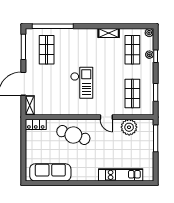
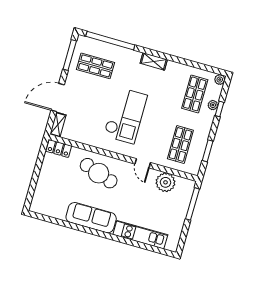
shelving: (109, 33) -> (154, 61), moved
shop shelf: (47, 50) -> (96, 66), turned 90
checkout: (82, 83) -> (125, 115), width x1.36, depth x1.21
sofa: (50, 172) -> (91, 218), moved

